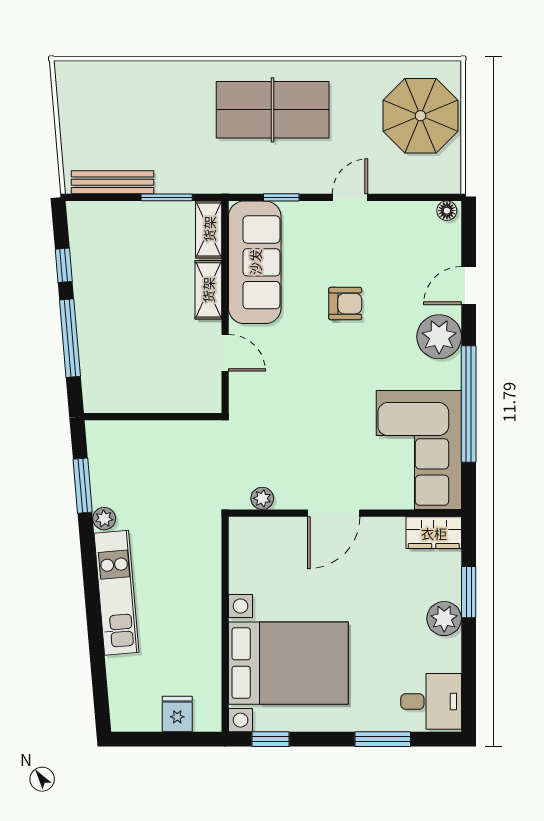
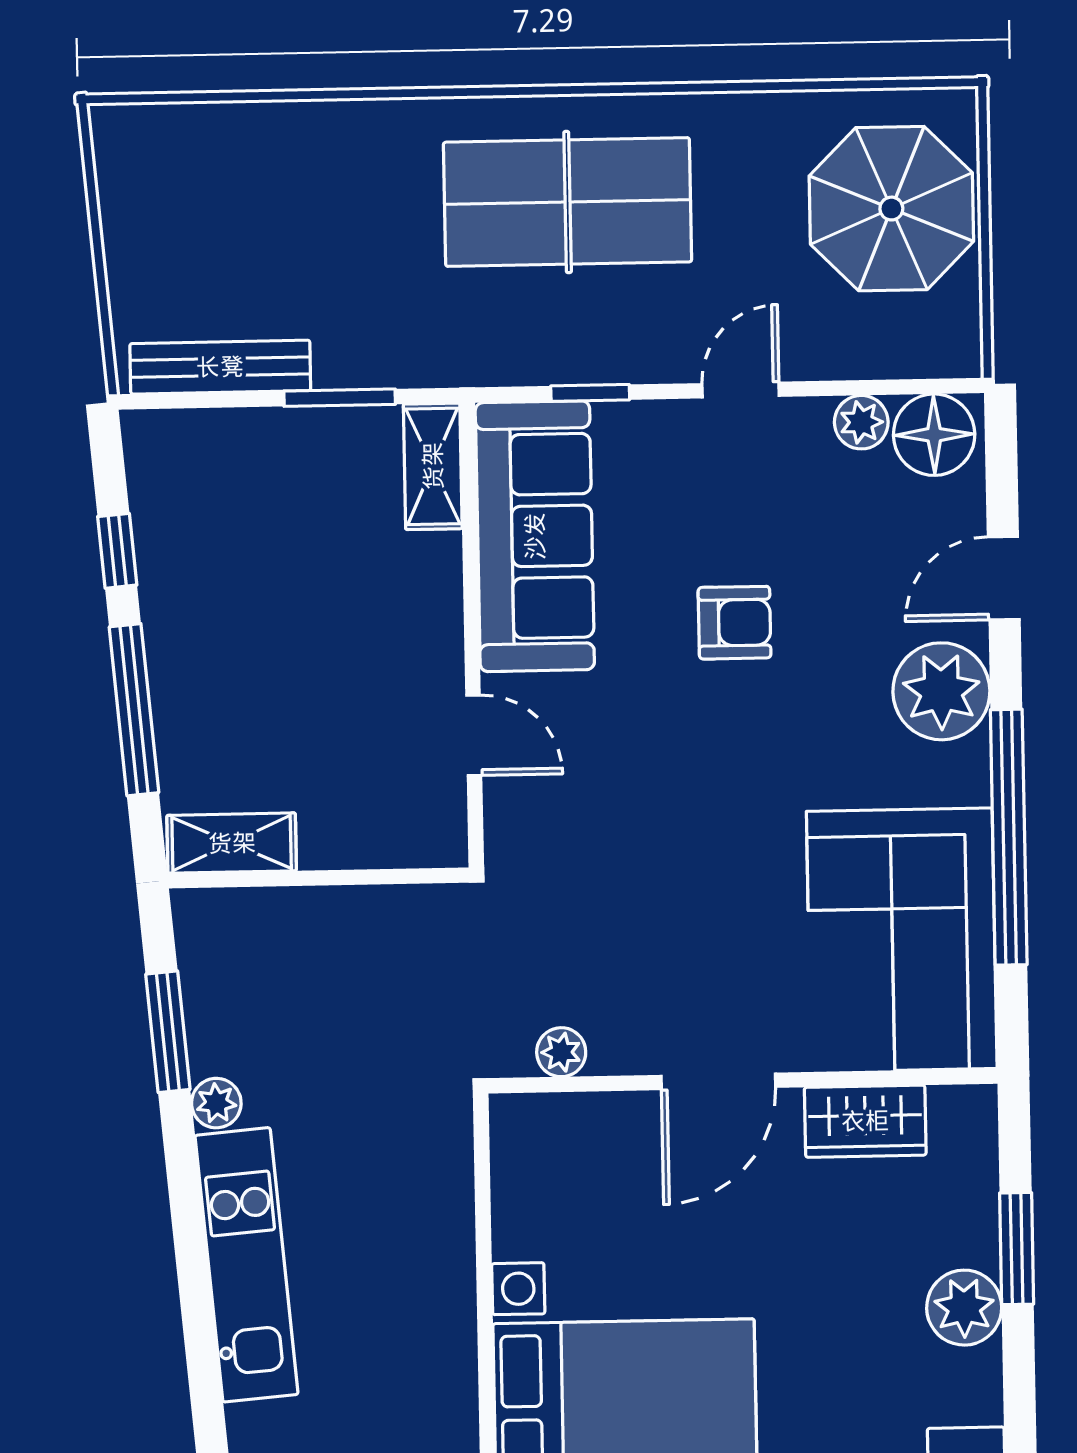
floor lamp: (447, 211) -> (934, 435), width x1.89, depth x1.89
plant: (405, 213) -> (861, 422), added
shelving: (208, 290) -> (232, 843), moved, turned 90
wardrobe: (434, 533) -> (865, 1121), moved

